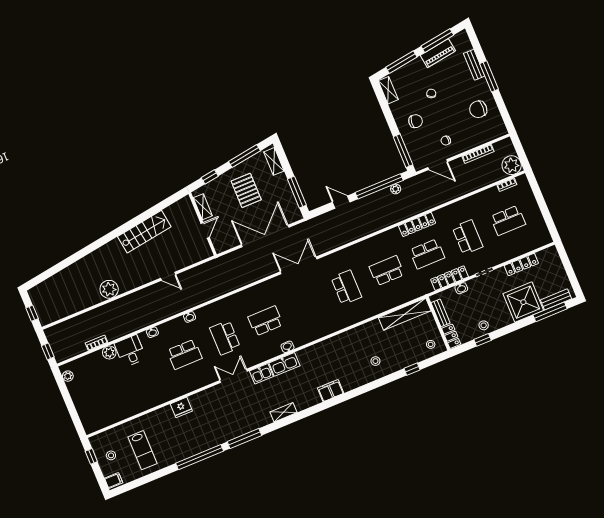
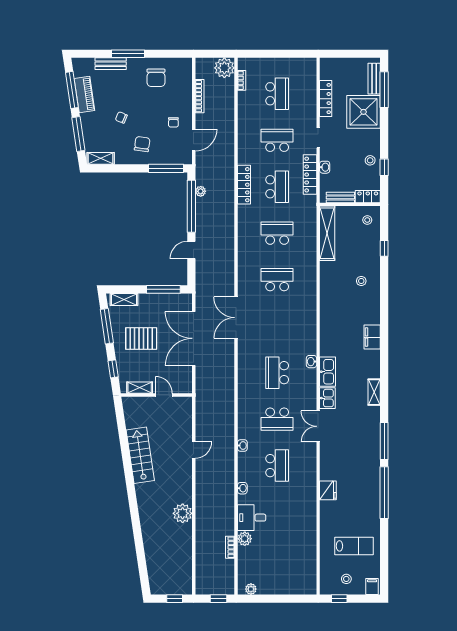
school desk: (387, 271) -> (277, 233), turned 90

